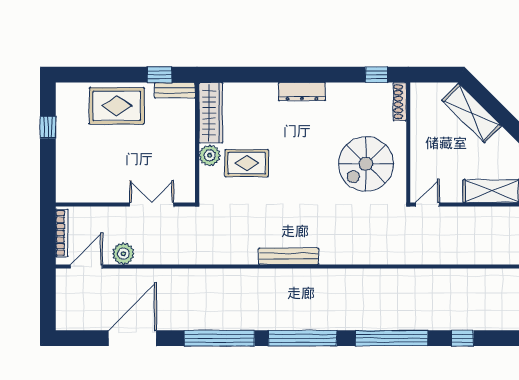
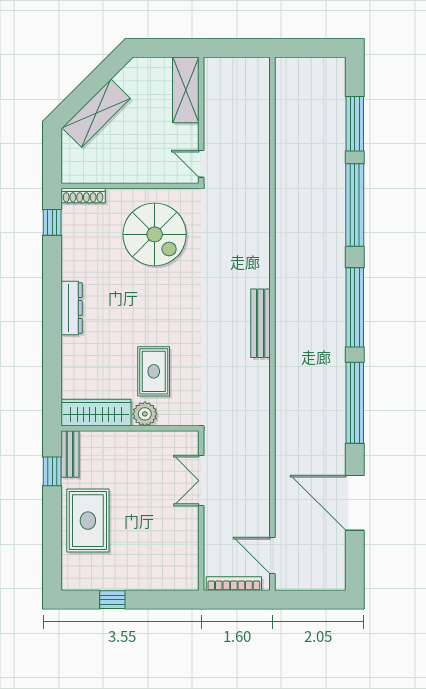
plant: (123, 254) -> (258, 513), removed
window: (462, 338) -> (355, 124), width x2.17

